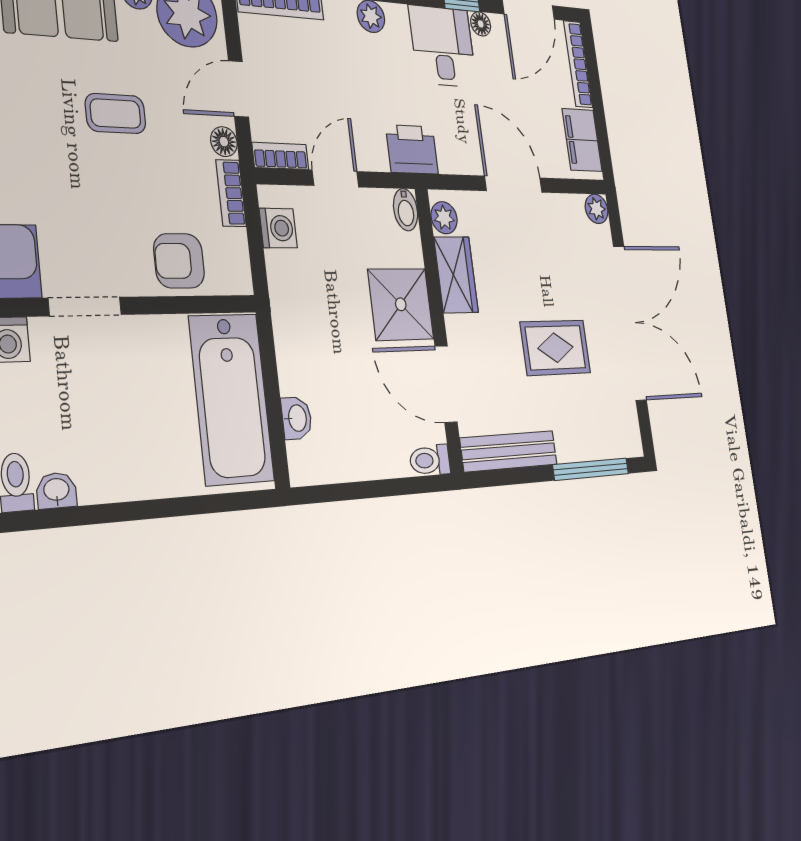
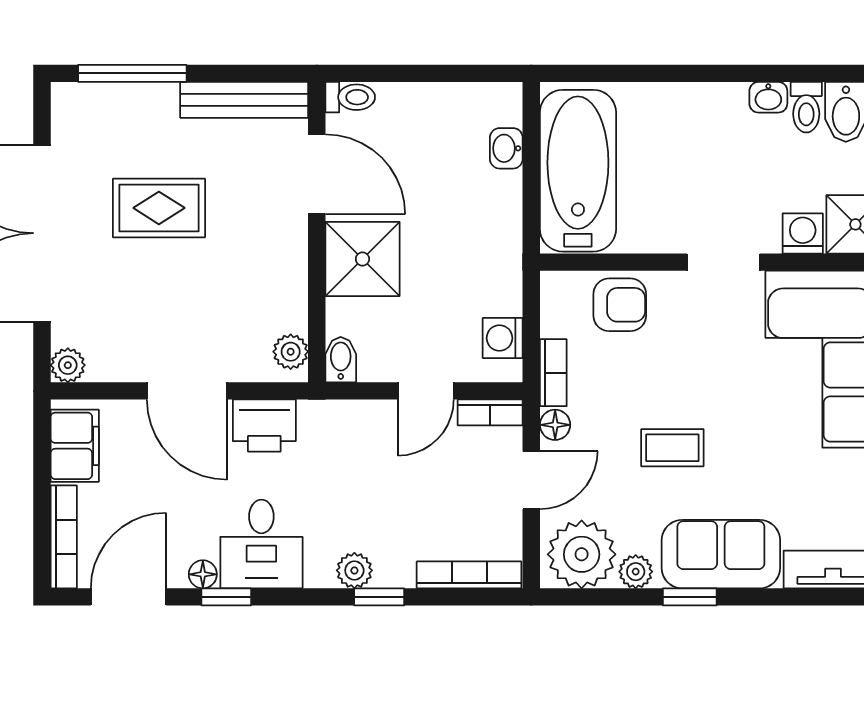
printer: (412, 149) -> (264, 426), moved
wardrobe: (456, 275) -> (284, 290), removed

